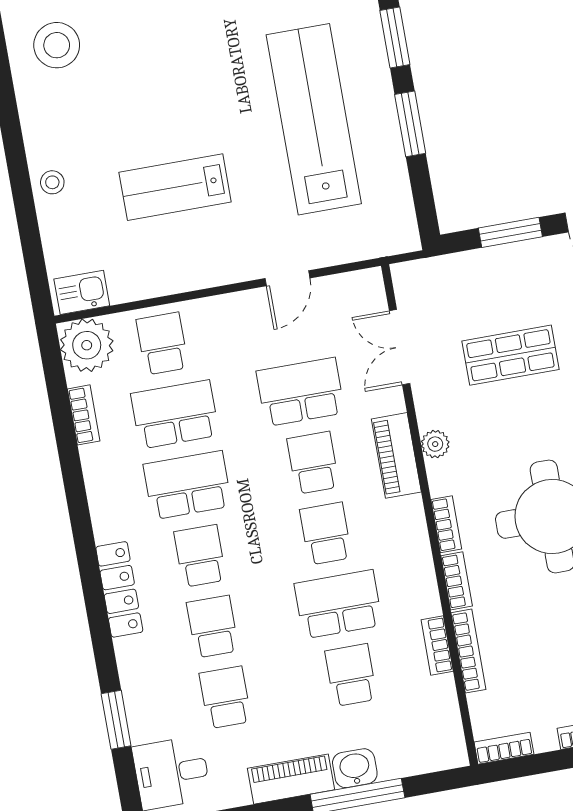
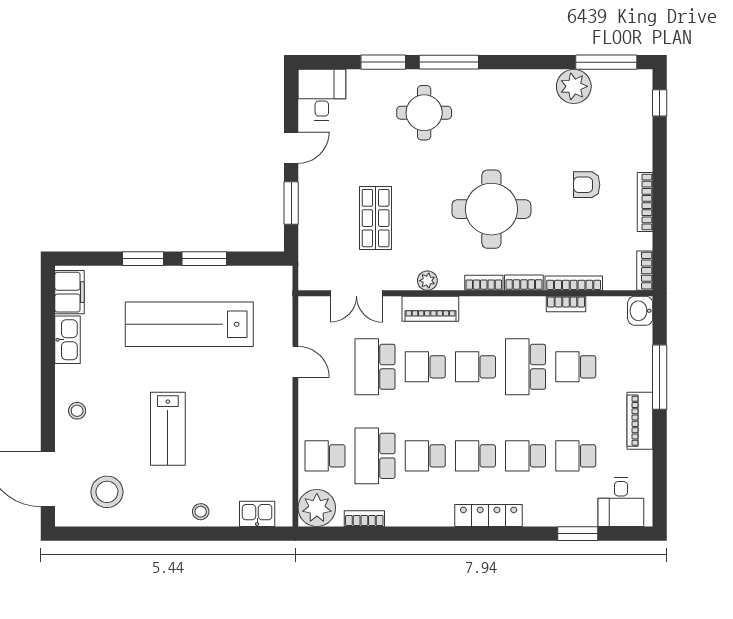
lab bench: (175, 187) -> (168, 429), moved
kitchen sink: (82, 292) -> (257, 514), moved, turned 90
school desk: (187, 485) -> (425, 456), width x0.54
washbasin: (355, 768) -> (640, 311), moved

